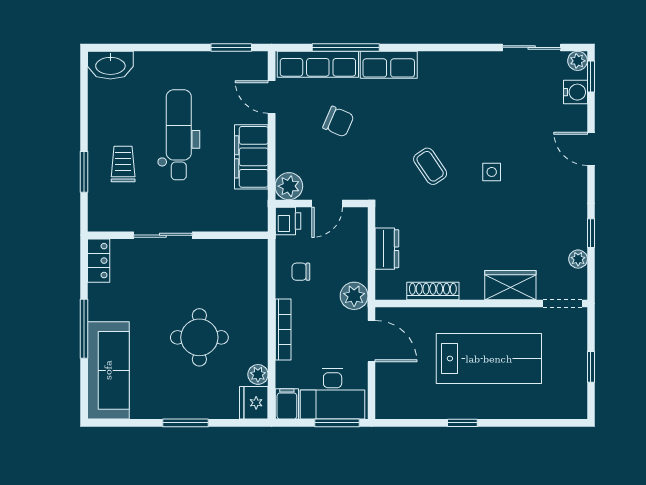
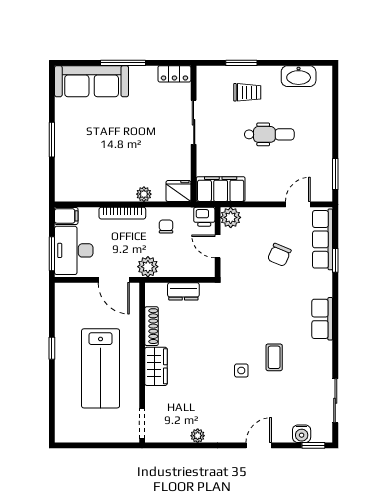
window: (346, 47) -> (335, 260), width x0.46
plant: (578, 61) -> (325, 435), removed
washbasin: (110, 65) -> (299, 76), moved, turned -90
row of seats: (389, 65) -> (322, 319), moved
dental chair: (179, 135) -> (269, 134), width x0.73, depth x0.72
filing cabinet: (251, 157) -> (221, 189), moved
coffee table: (430, 166) -> (274, 357), moved, turned -56
window: (591, 233) -> (195, 445), removed
plant: (578, 259) -> (198, 436), moved
wardrobe: (510, 285) -> (156, 366), moved
round table: (199, 337) -> (116, 150), removed
door: (372, 341) -> (114, 280), hinge flipped
window: (591, 367) -> (94, 445), removed
plant: (258, 374) -> (144, 194), moved
fridge: (254, 403) -> (178, 191), moved

